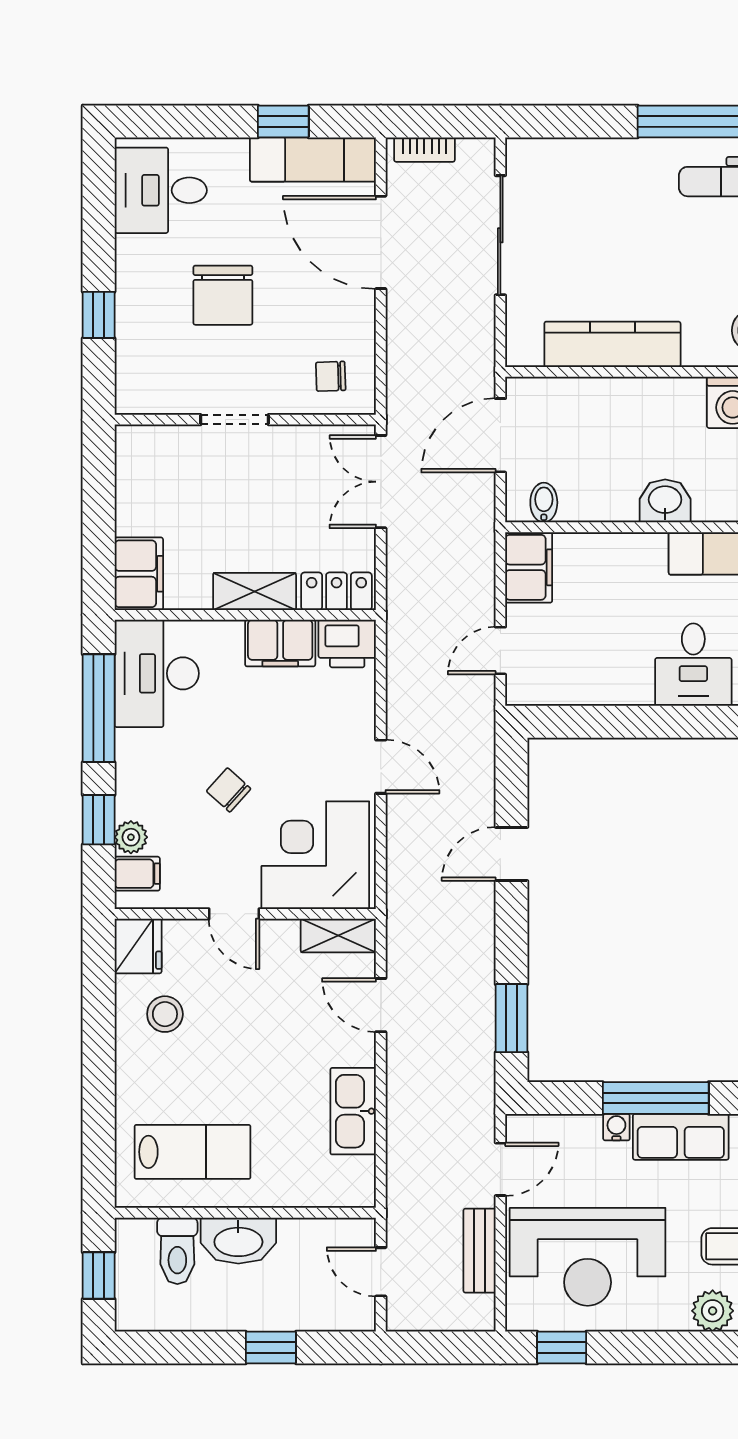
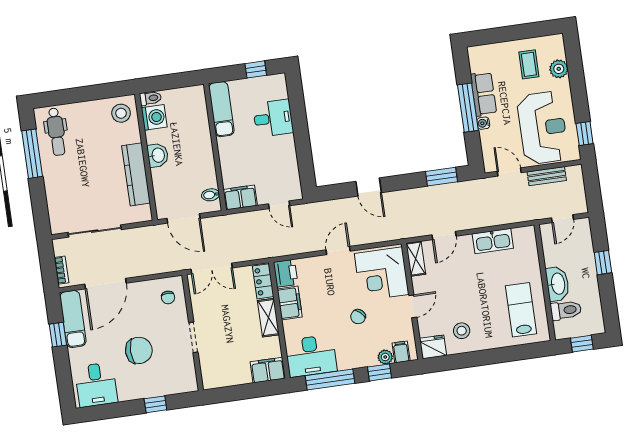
washbasin: (665, 501) -> (158, 155), moved, turned 180

